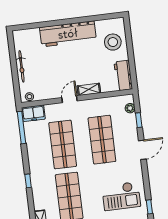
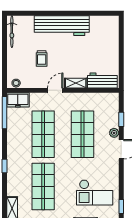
stool: (113, 42) -> (105, 39), removed
bicycle: (21, 66) -> (12, 32), moved
trolley: (52, 69) -> (42, 58), added
workbench: (123, 75) -> (102, 80), moved, turned 90
plant: (130, 108) -> (114, 133), moved

